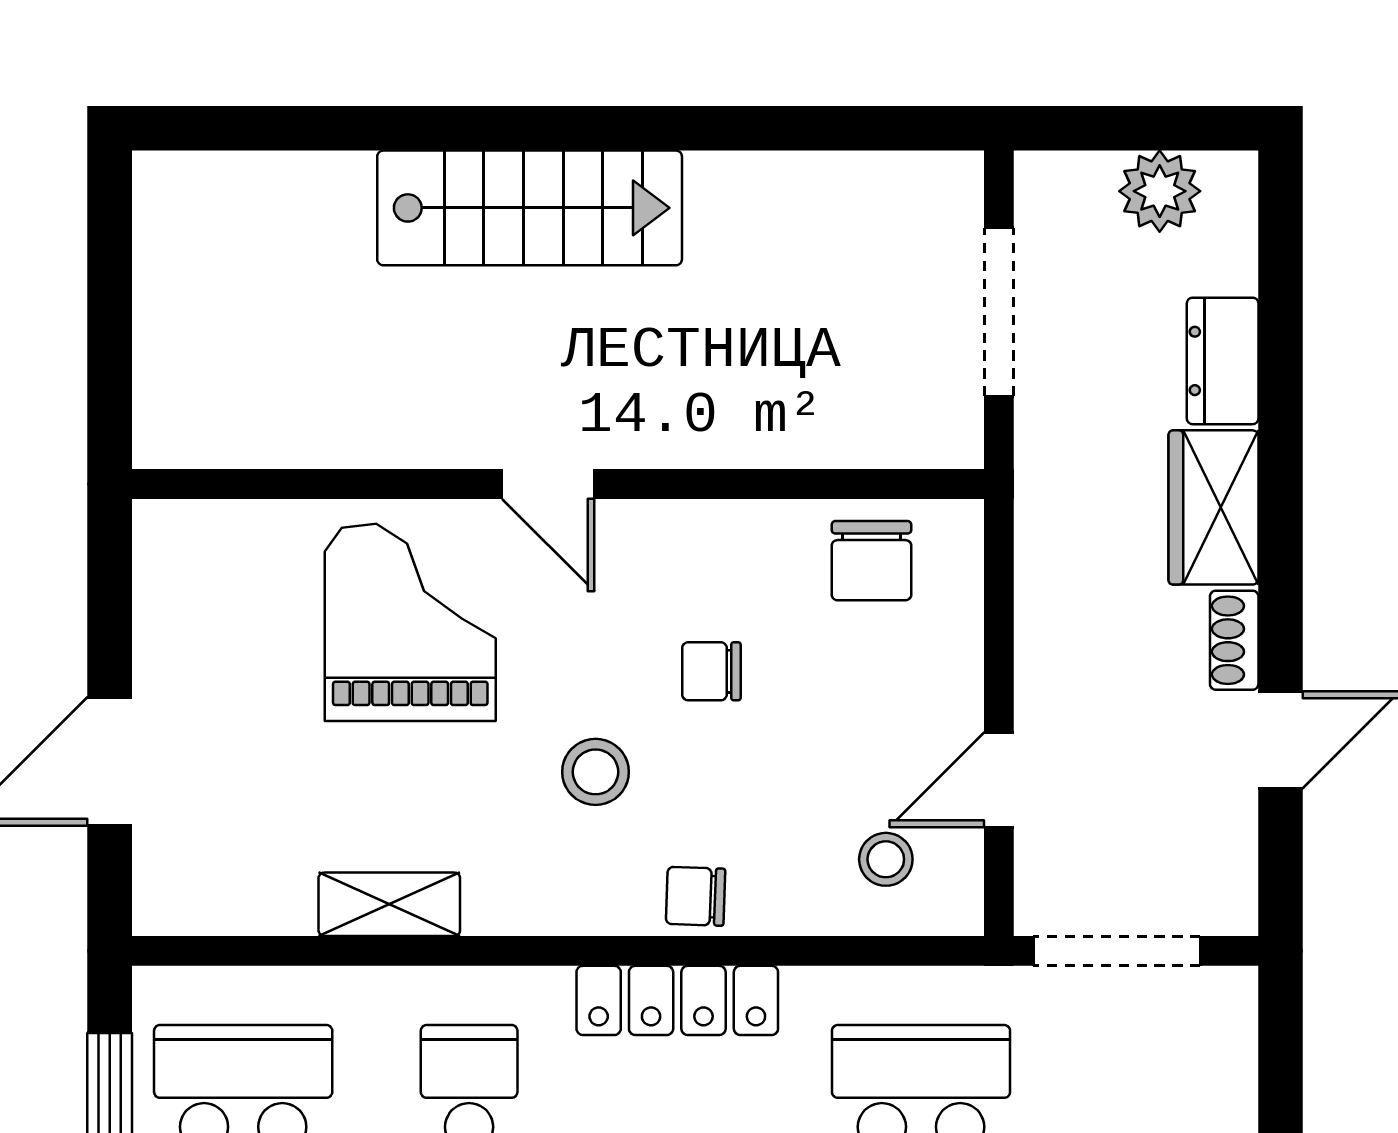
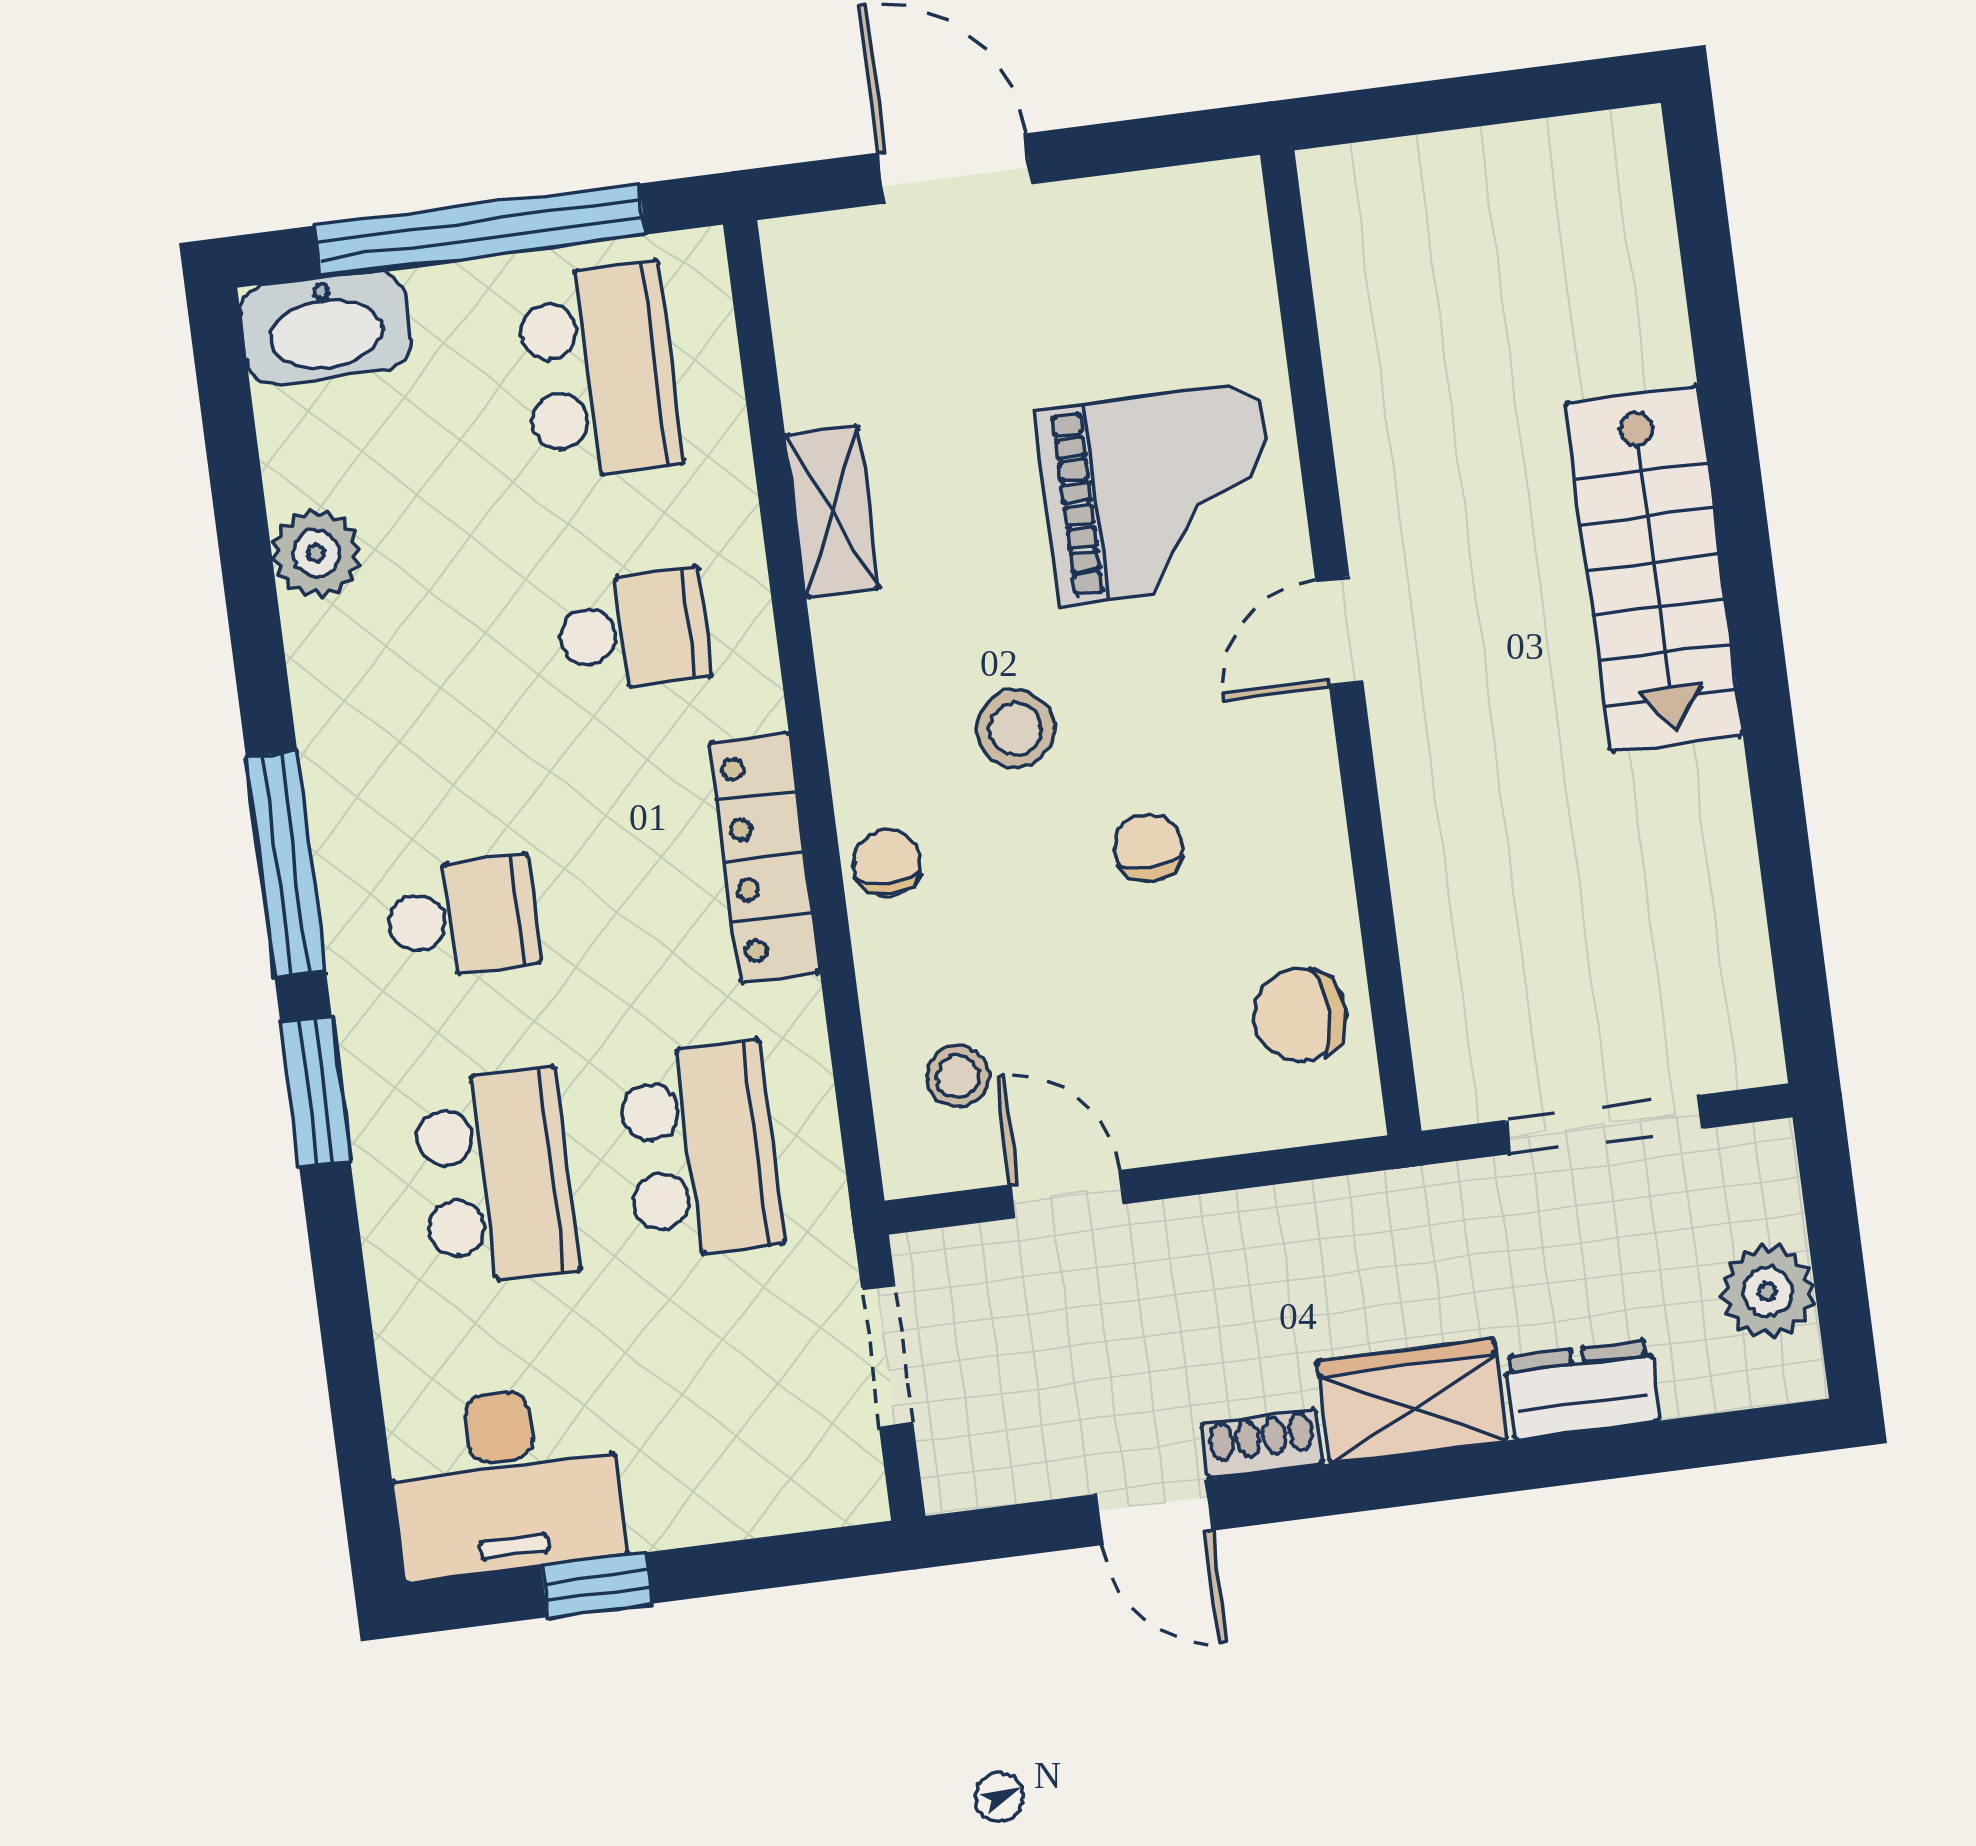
doorway: (1117, 951) -> (887, 1356), width x0.73

